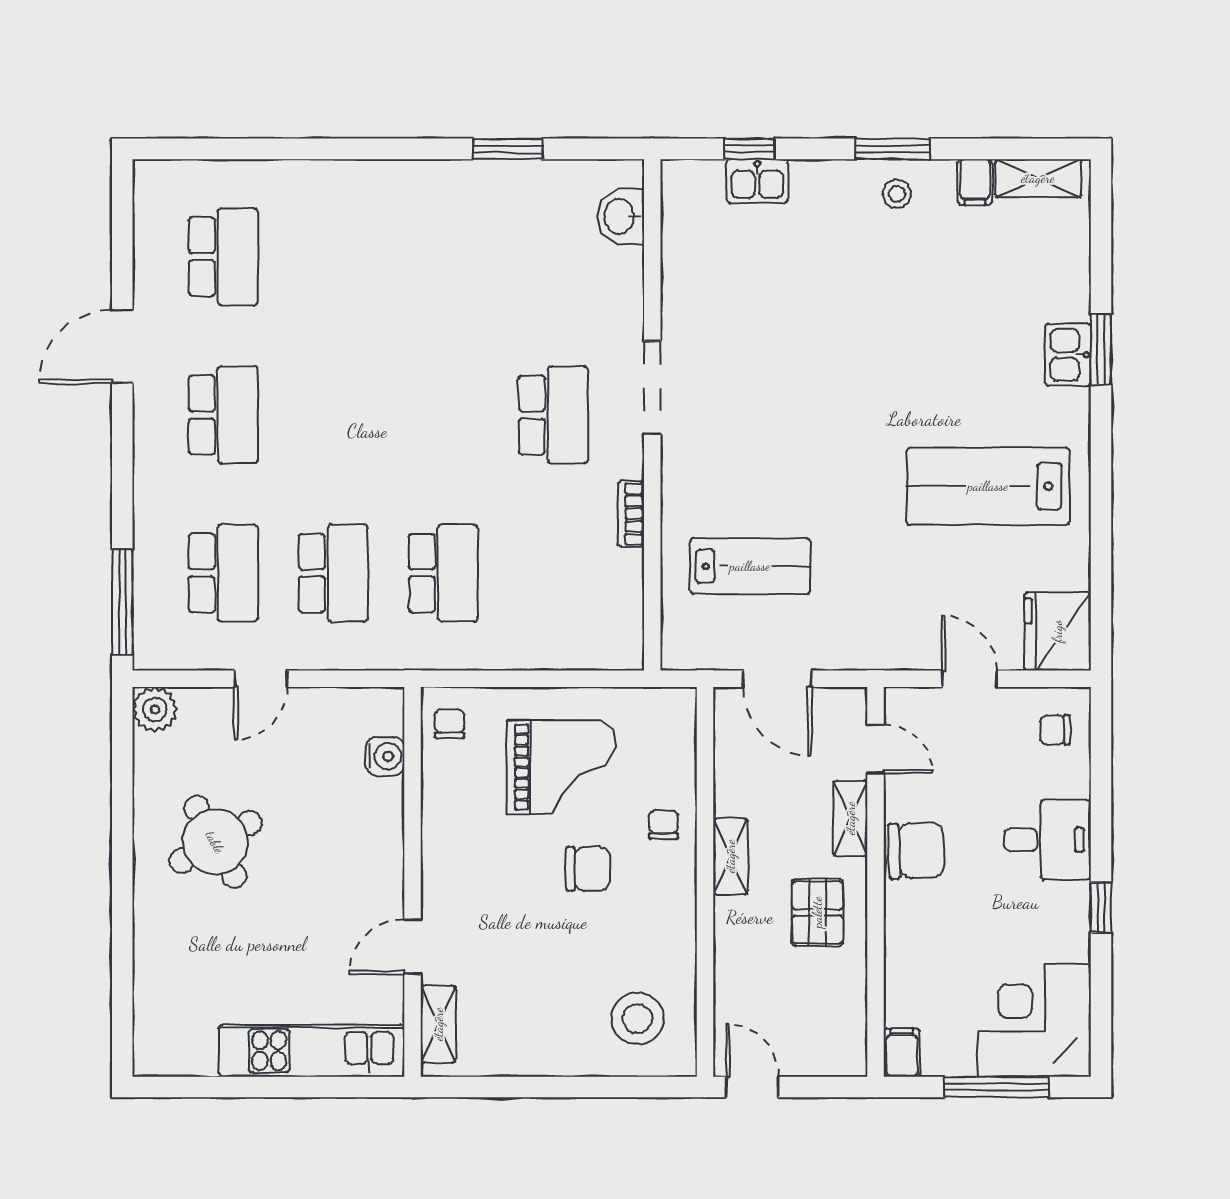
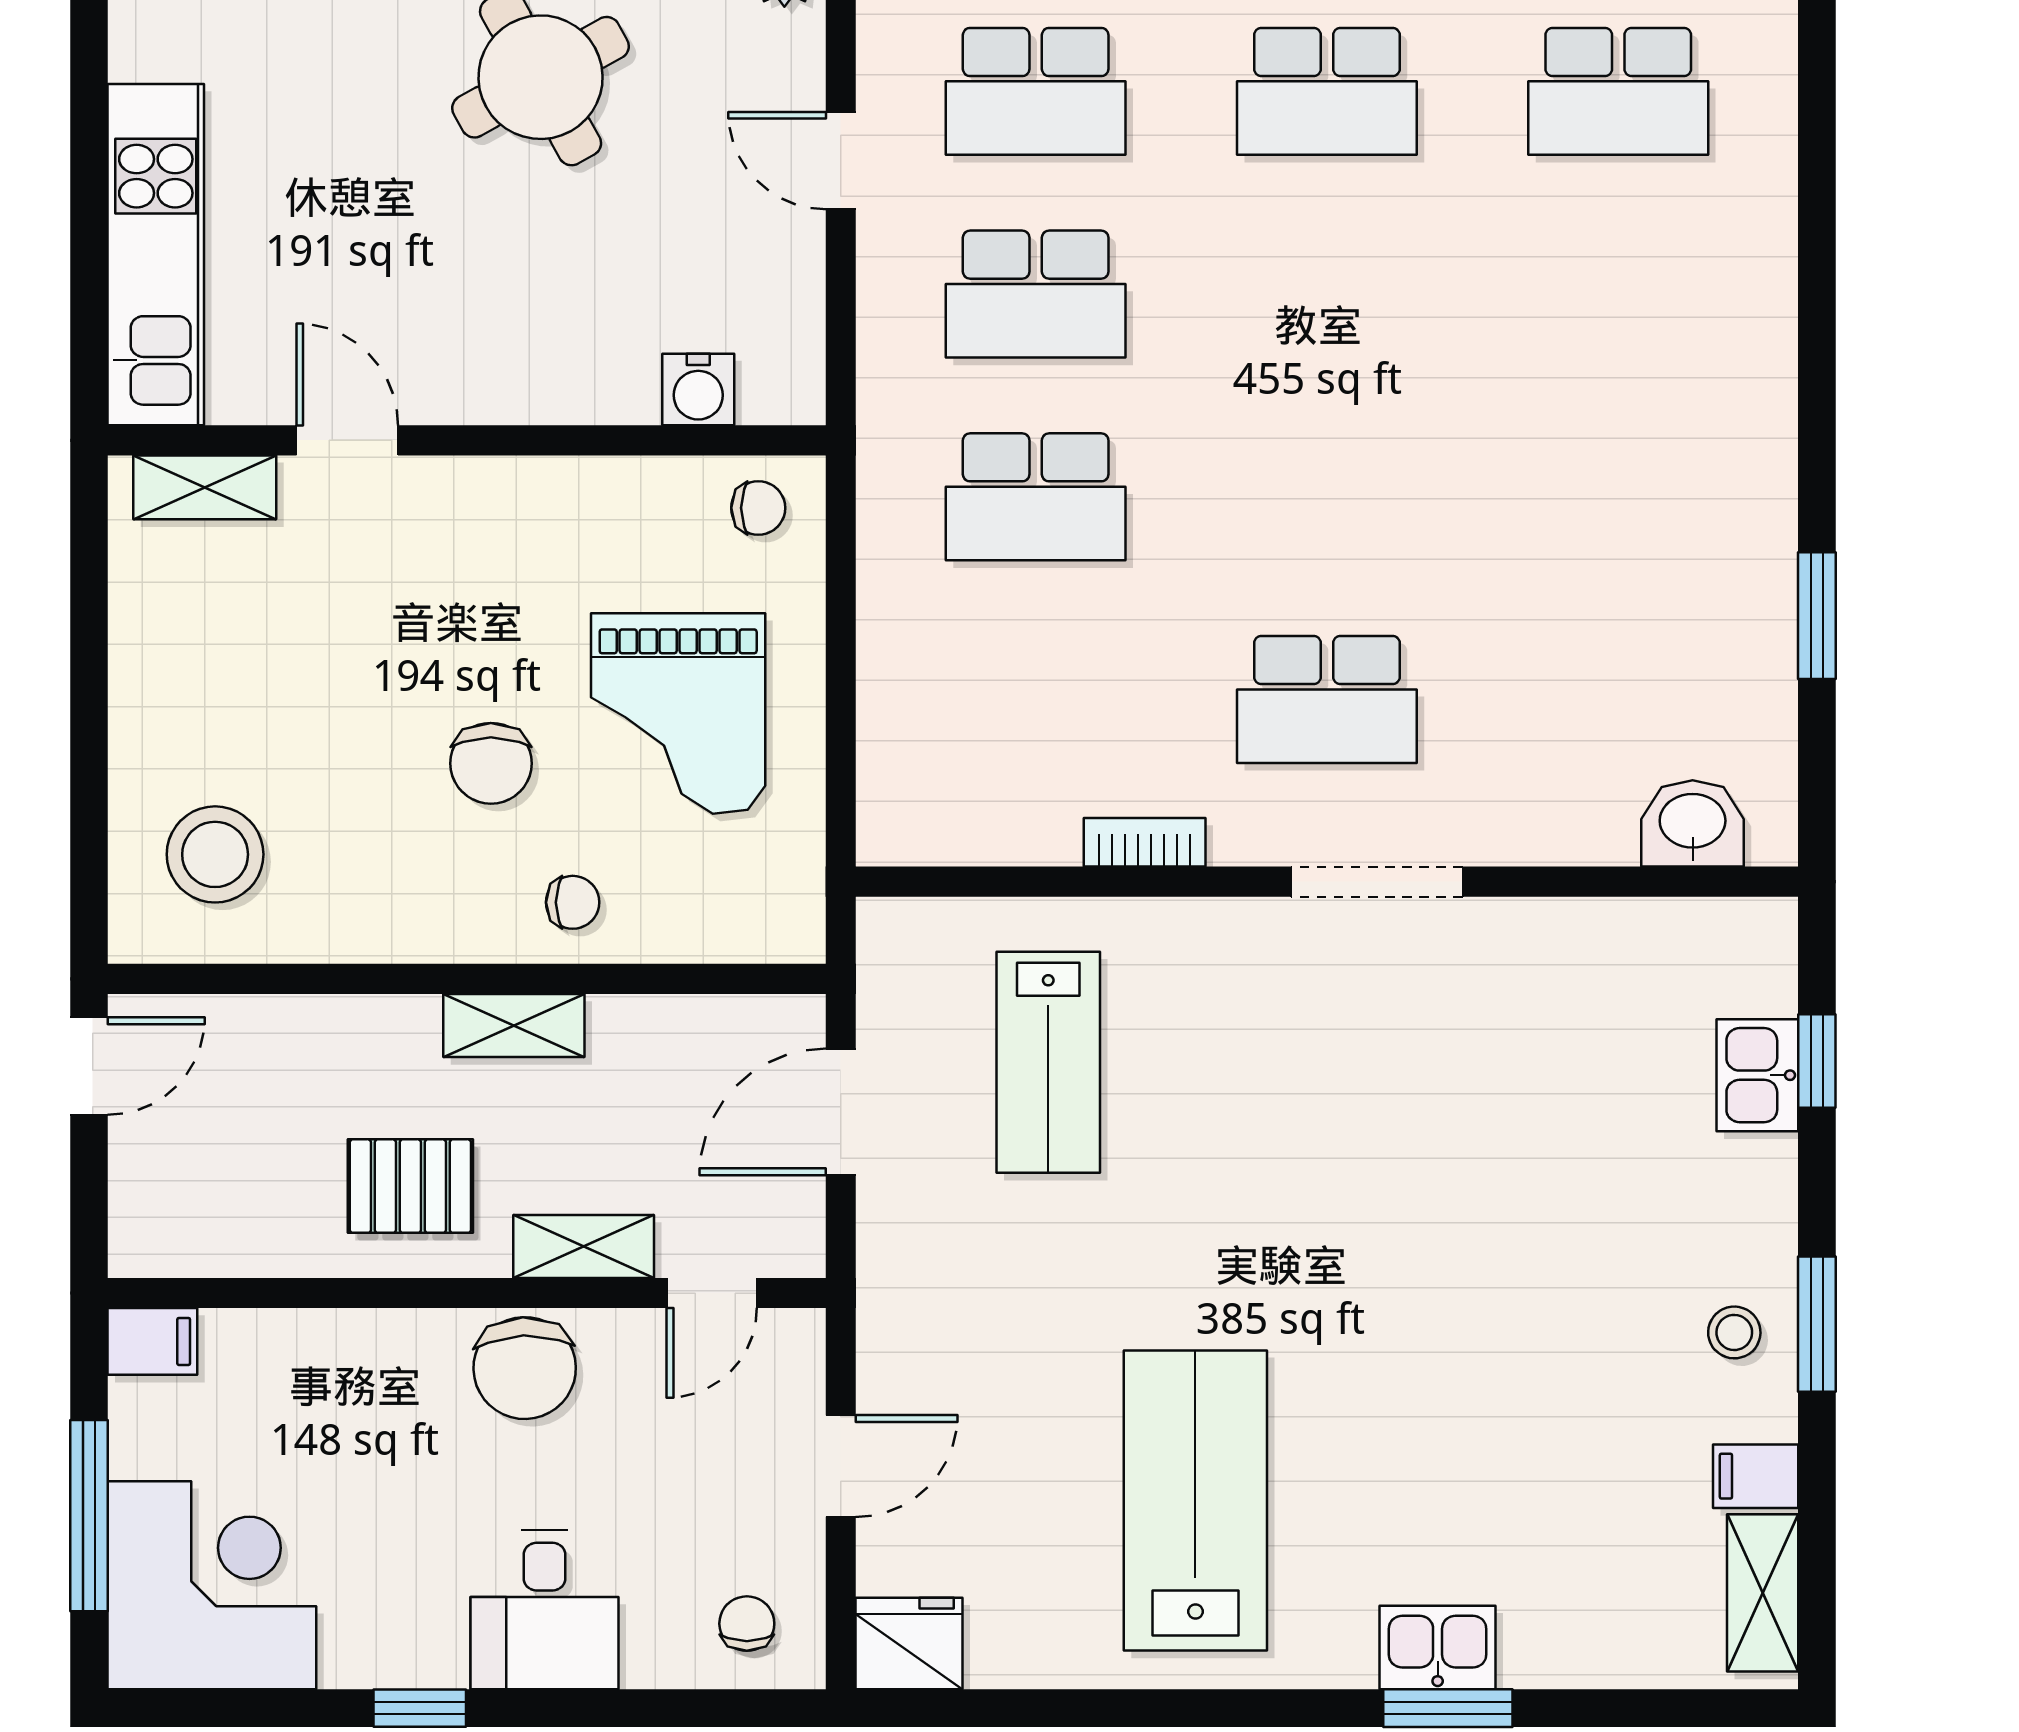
fridge: (1057, 631) -> (909, 1644), width x0.73, depth x0.75

